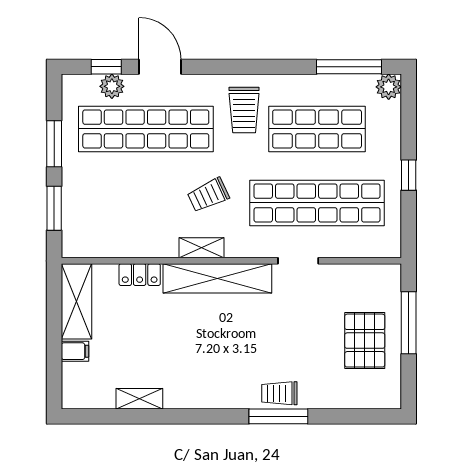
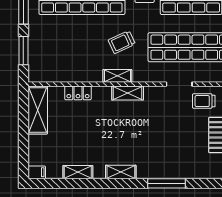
shelving: (217, 278) -> (128, 93), width x0.45, depth x0.75
filing cabinet: (75, 351) -> (37, 172), moved
trolley: (279, 393) -> (204, 101), moved
shelving: (207, 398) -> (121, 172), added

